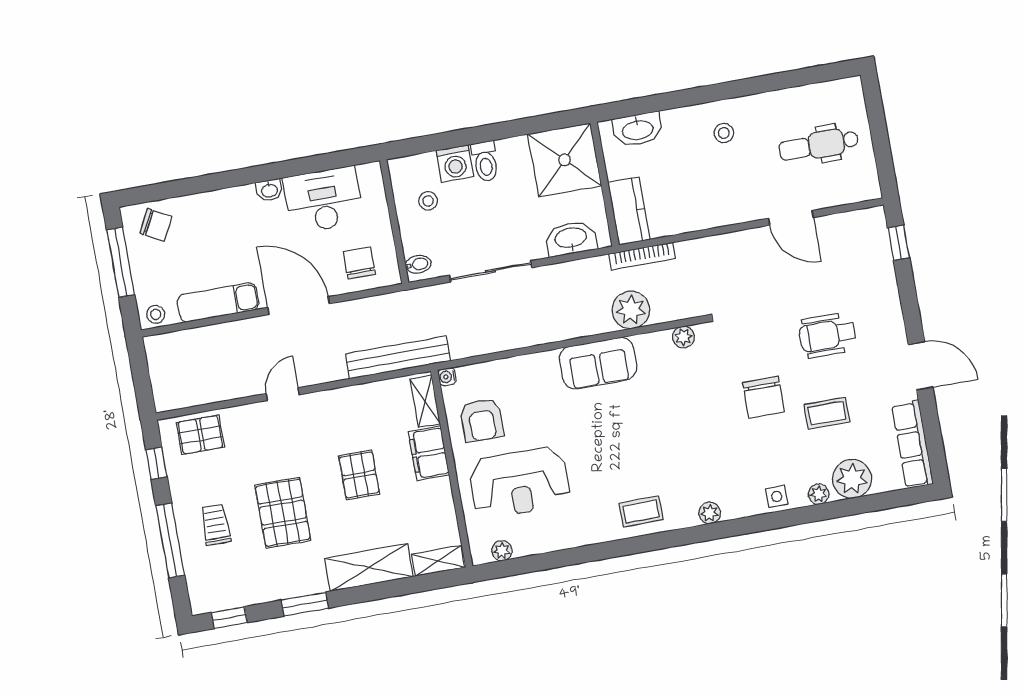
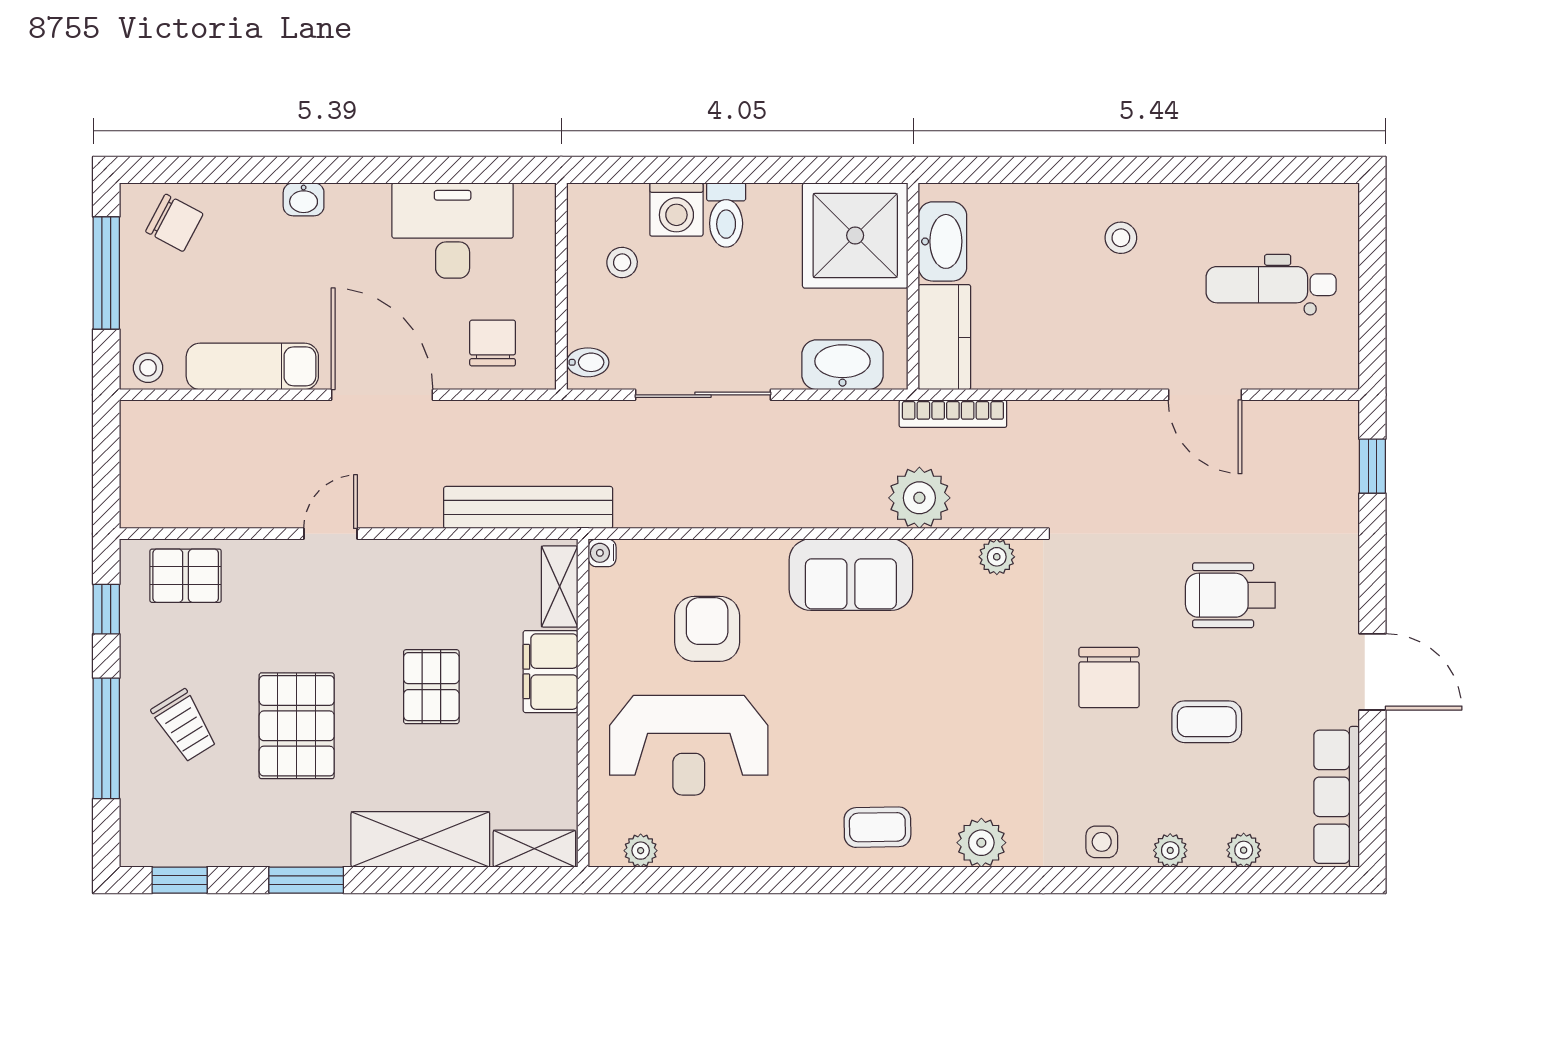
washbasin: (638, 129) -> (942, 241), moved, turned -90
washbasin: (269, 190) -> (304, 199), moved
armchair: (482, 420) -> (707, 629), moved, turned 180
plant: (852, 479) -> (1244, 850), width x0.53, depth x0.53
plant: (710, 513) -> (981, 843), width x1.38, depth x1.38
trolley: (216, 525) -> (184, 726), turned 148

